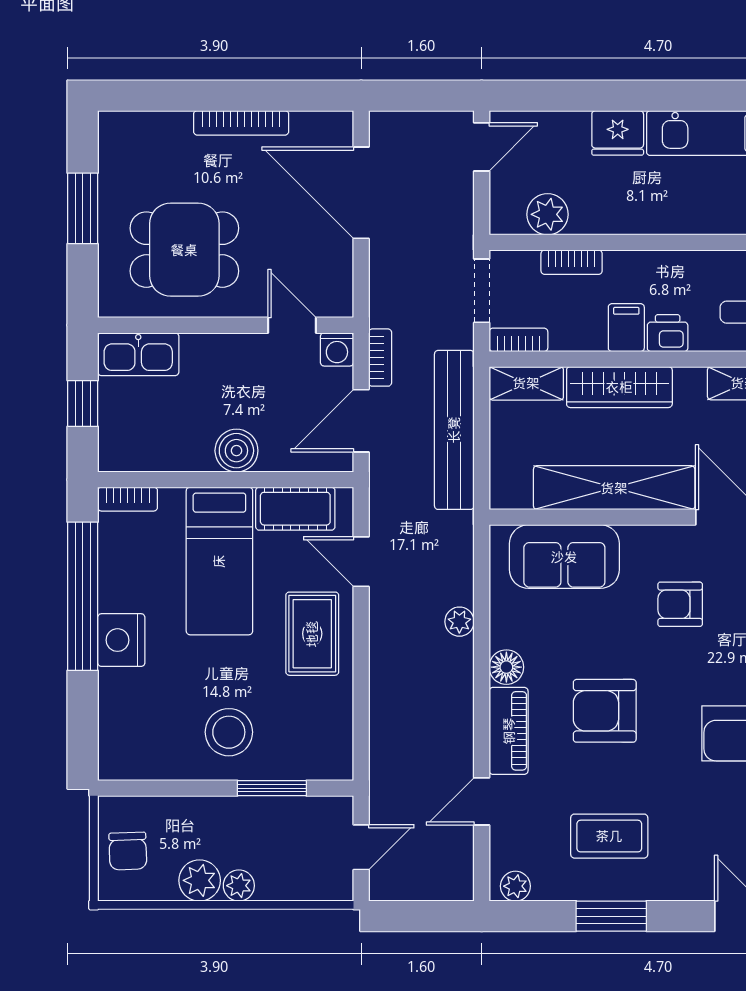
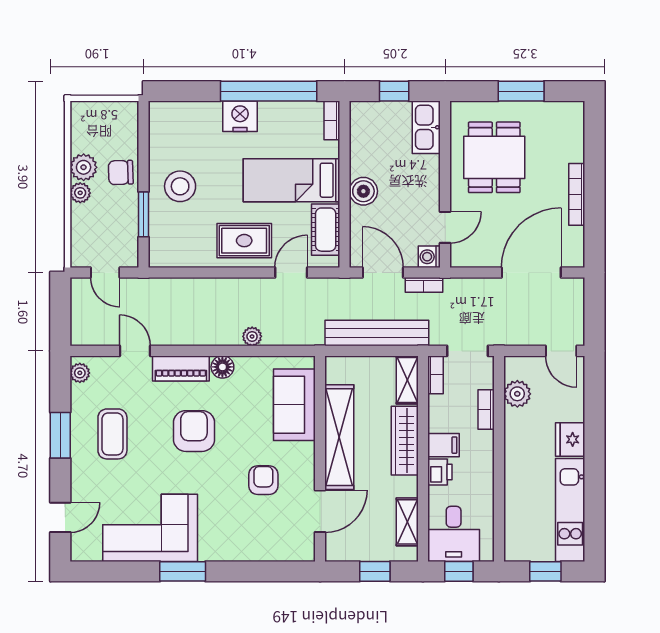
chair: (128, 851) -> (121, 173), moved

